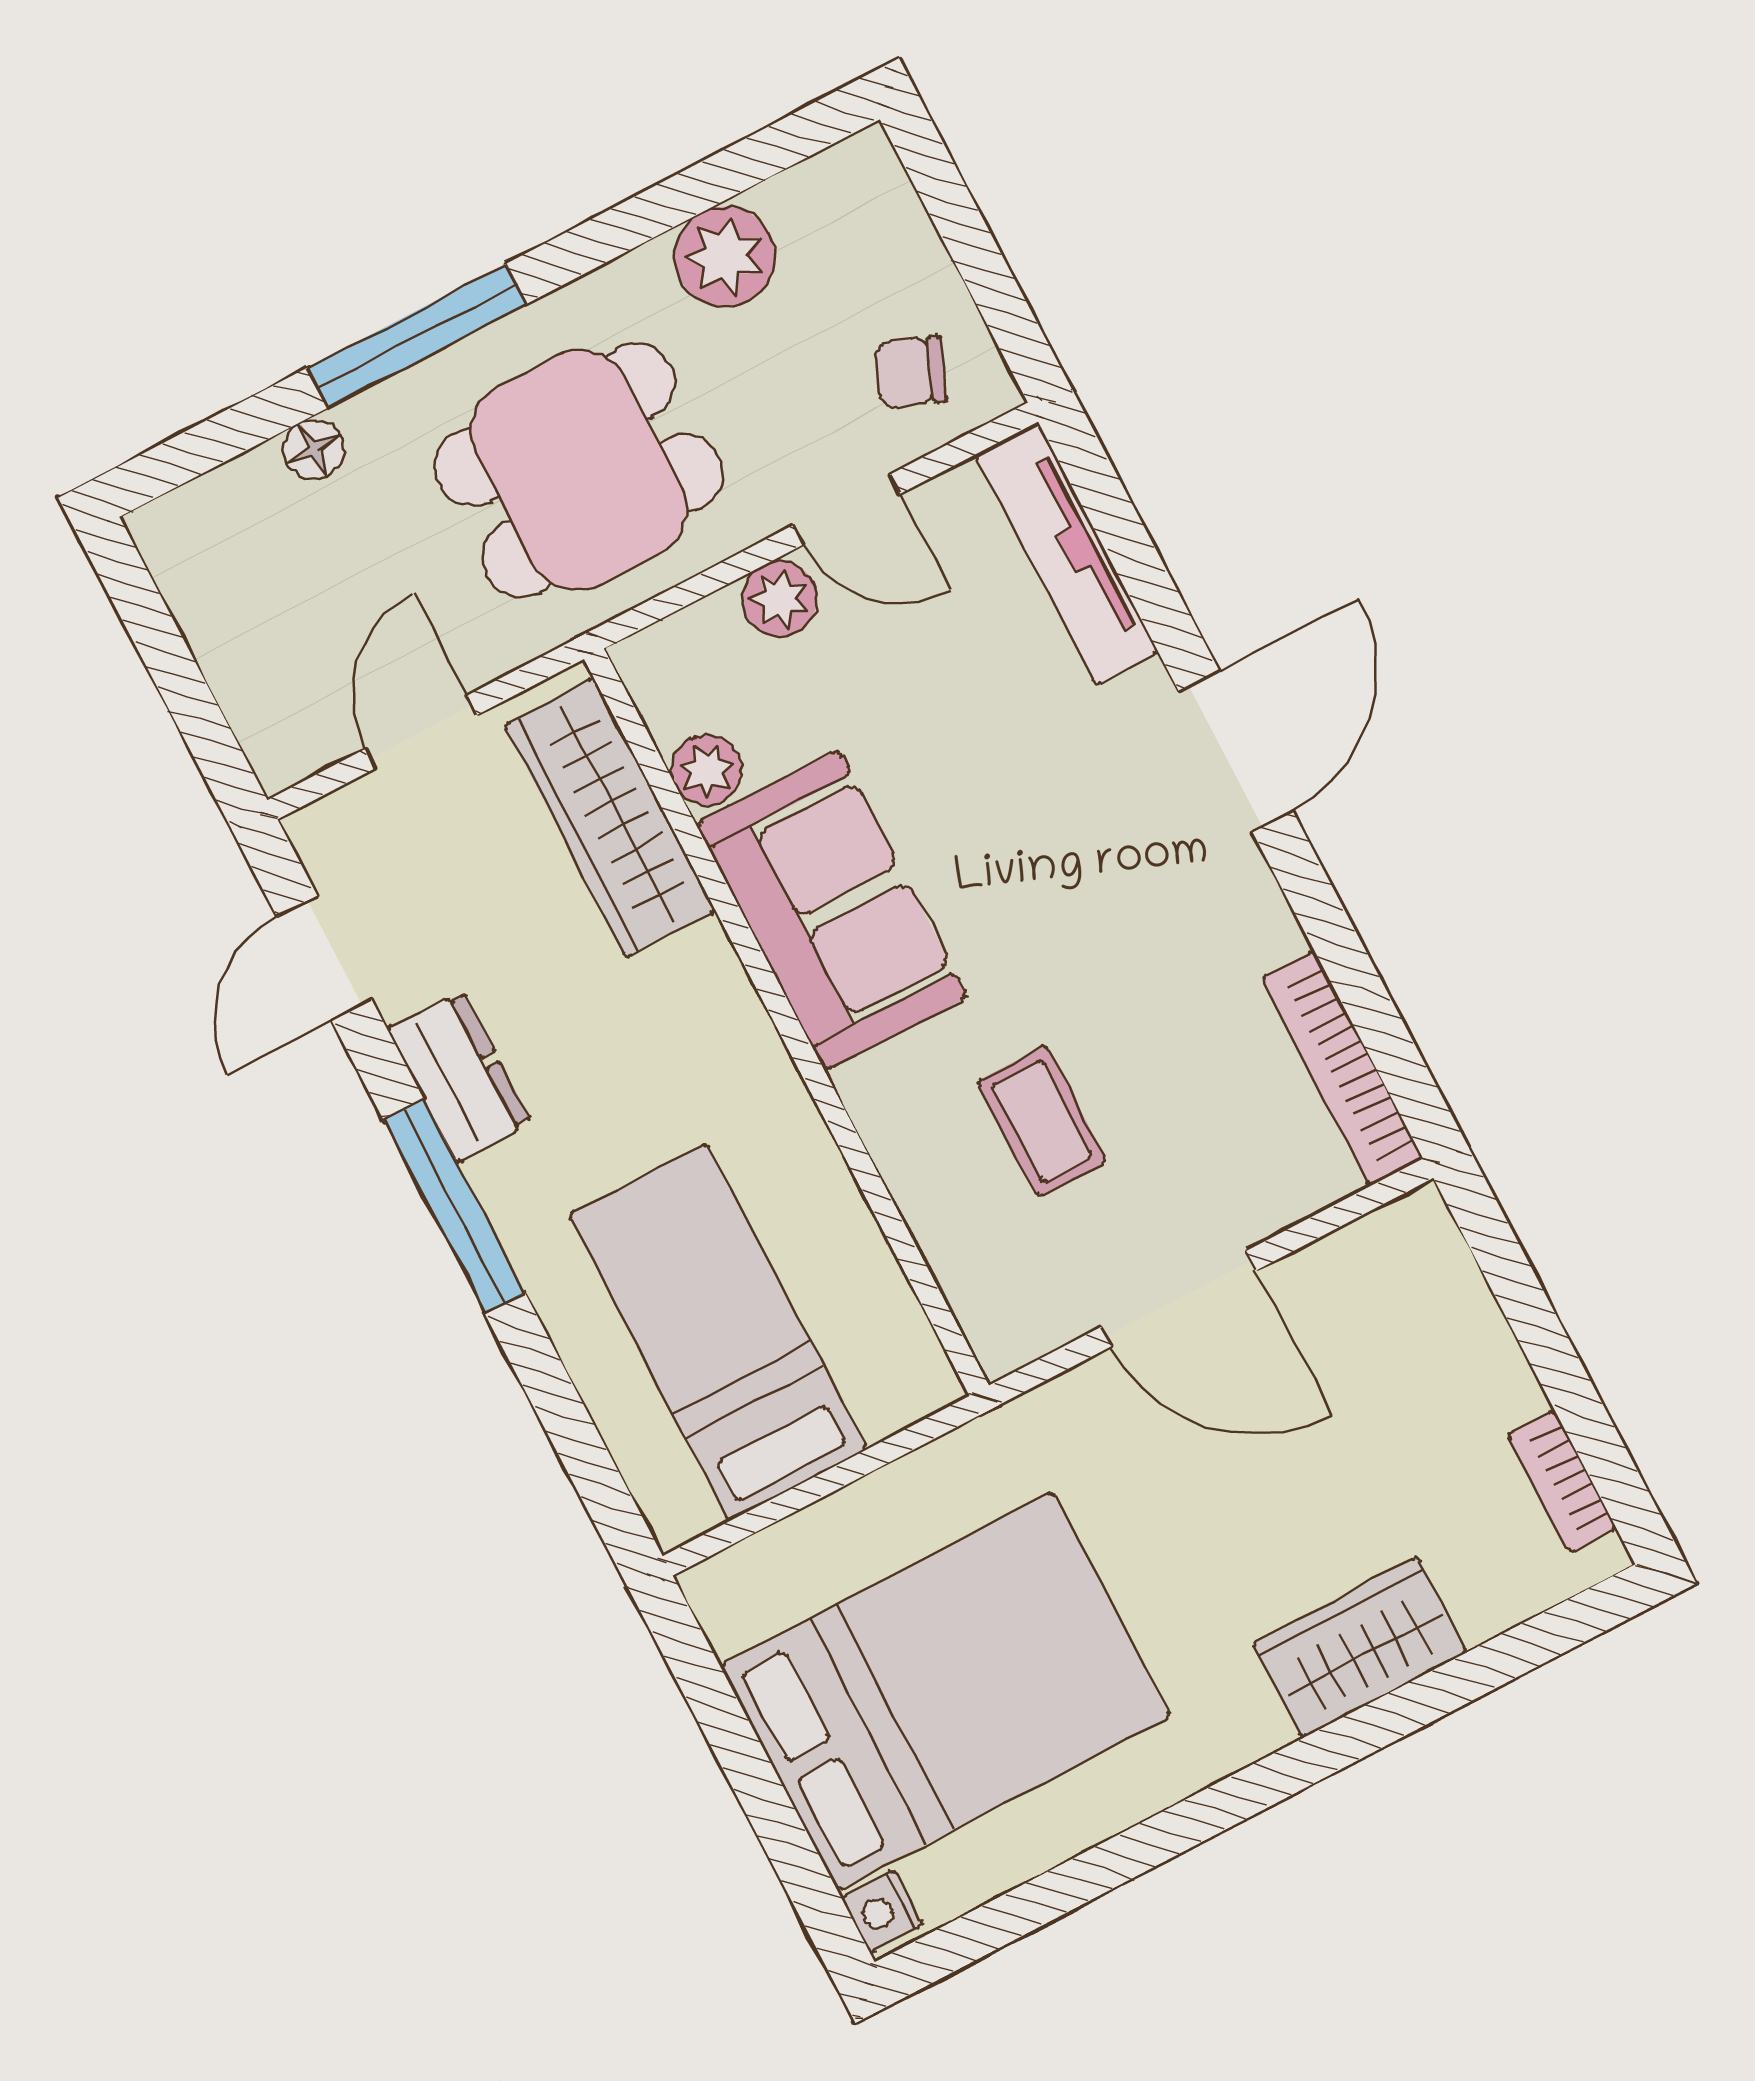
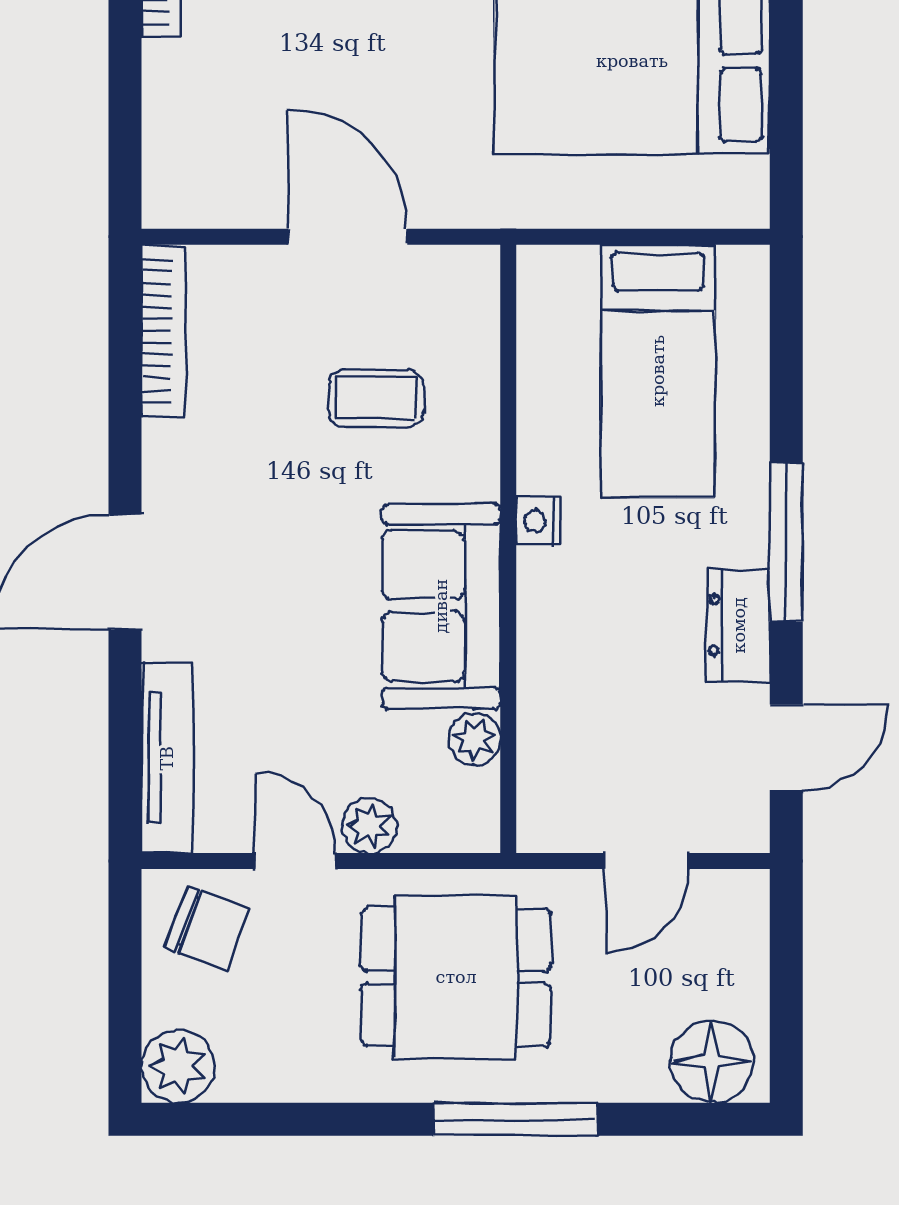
plant: (725, 257) -> (178, 1066), moved
chair: (911, 372) -> (207, 929), width x1.37, depth x1.37
floor lamp: (314, 449) -> (712, 1061), moved, width x1.89, depth x1.89
wardrobe: (610, 817) -> (553, 741), removed
nightstand: (767, 1075) -> (539, 521), added
coffee table: (1042, 1121) -> (376, 398), turned 90

